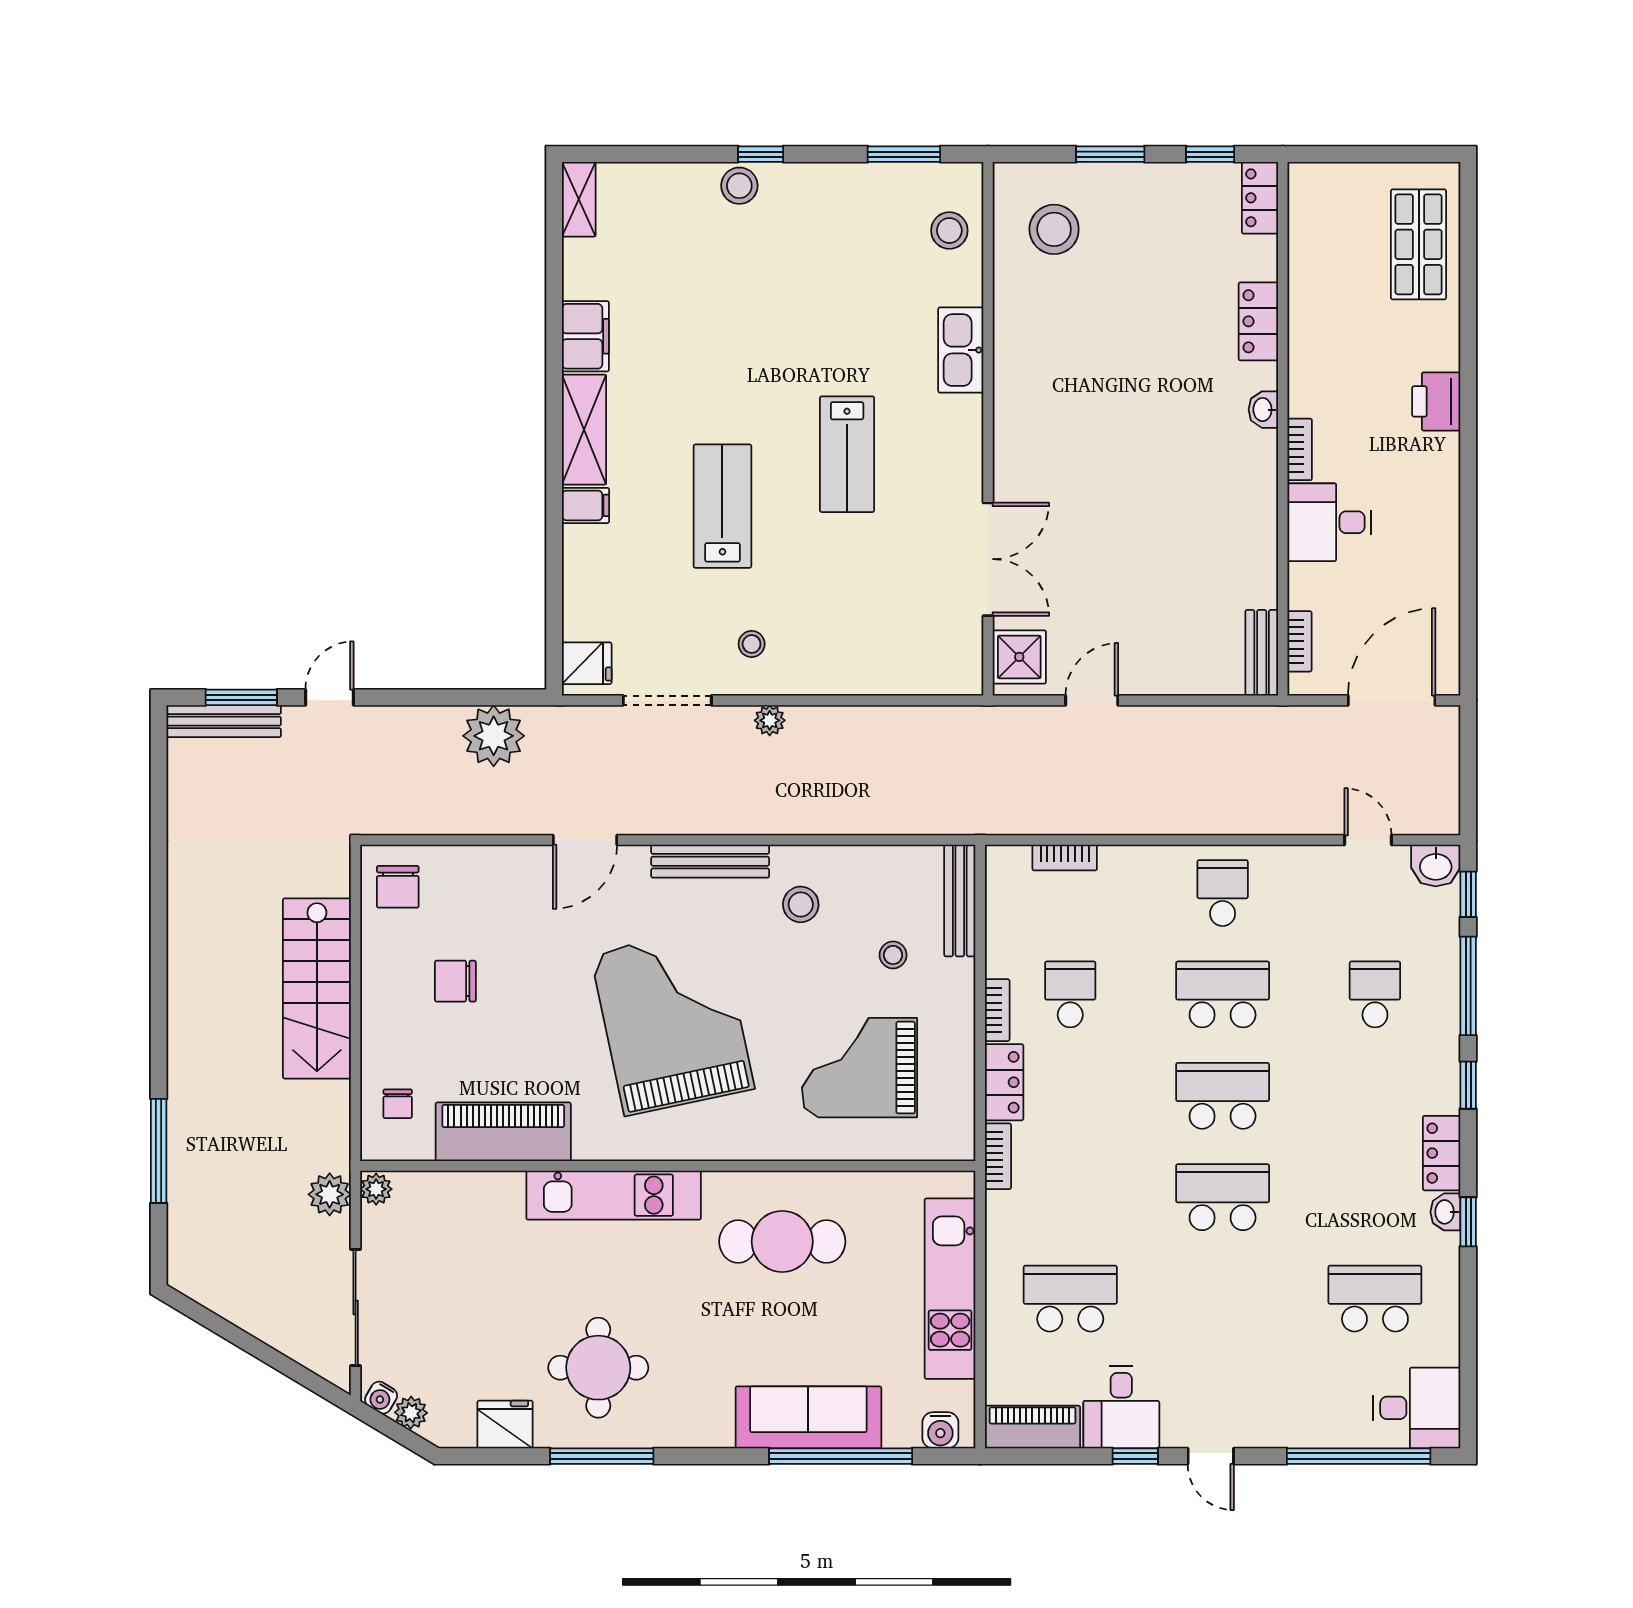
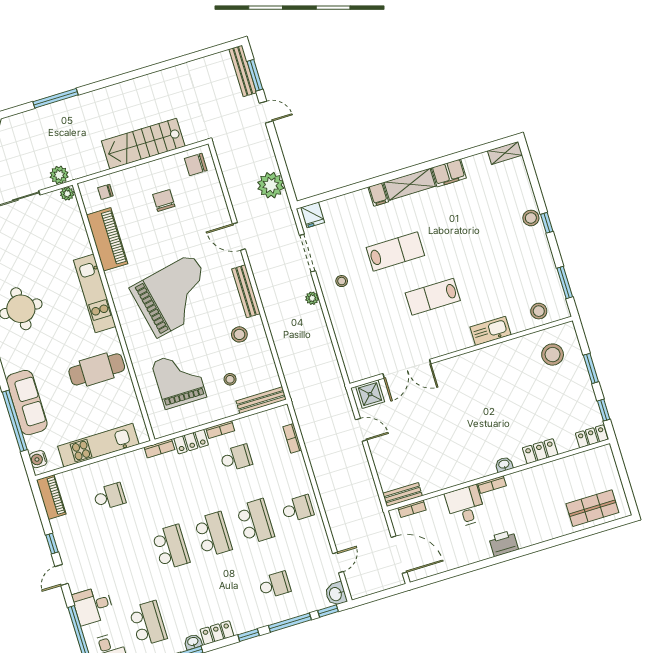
printer: (1436, 401) -> (504, 543), moved
cafe table: (782, 1241) -> (97, 369), turned 90
school desk: (1070, 1299) -> (109, 497), width x0.54
desk: (1121, 1407) -> (93, 605), moved

